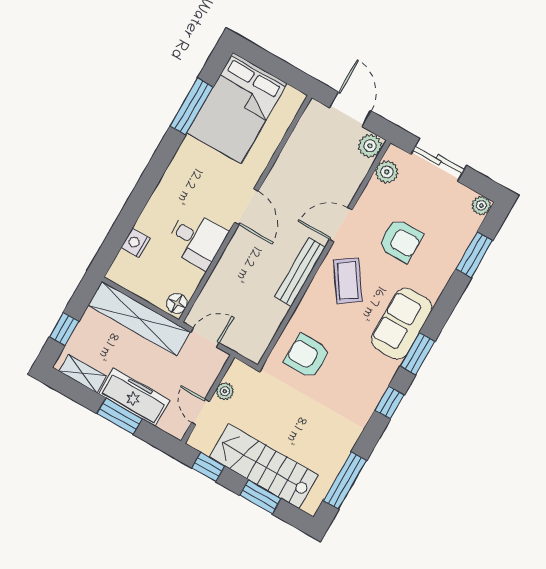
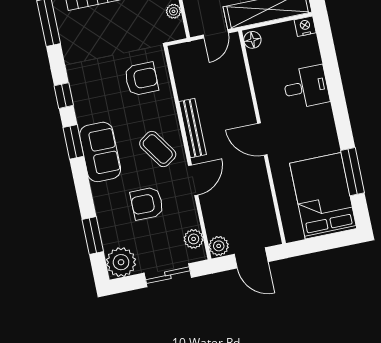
plant: (481, 205) -> (121, 262), width x1.87, depth x1.87
desk: (197, 239) -> (306, 87), moved, turned 180
nightstand: (136, 243) -> (305, 26), moved, turned -90

